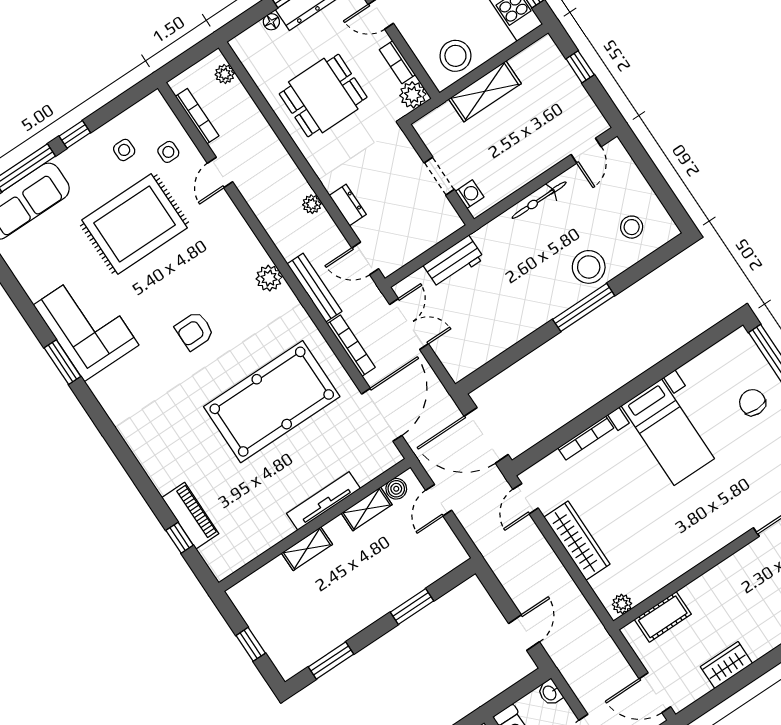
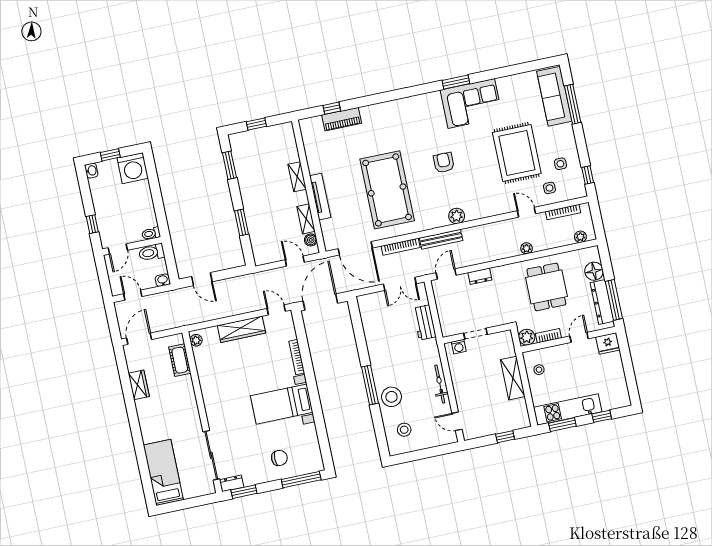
floor lamp: (271, 22) -> (594, 271), width x1.89, depth x1.89
stool: (455, 56) -> (539, 370), width x0.53, depth x0.53
window: (75, 134) -> (588, 175), moved
plant: (312, 204) -> (527, 248), moved

